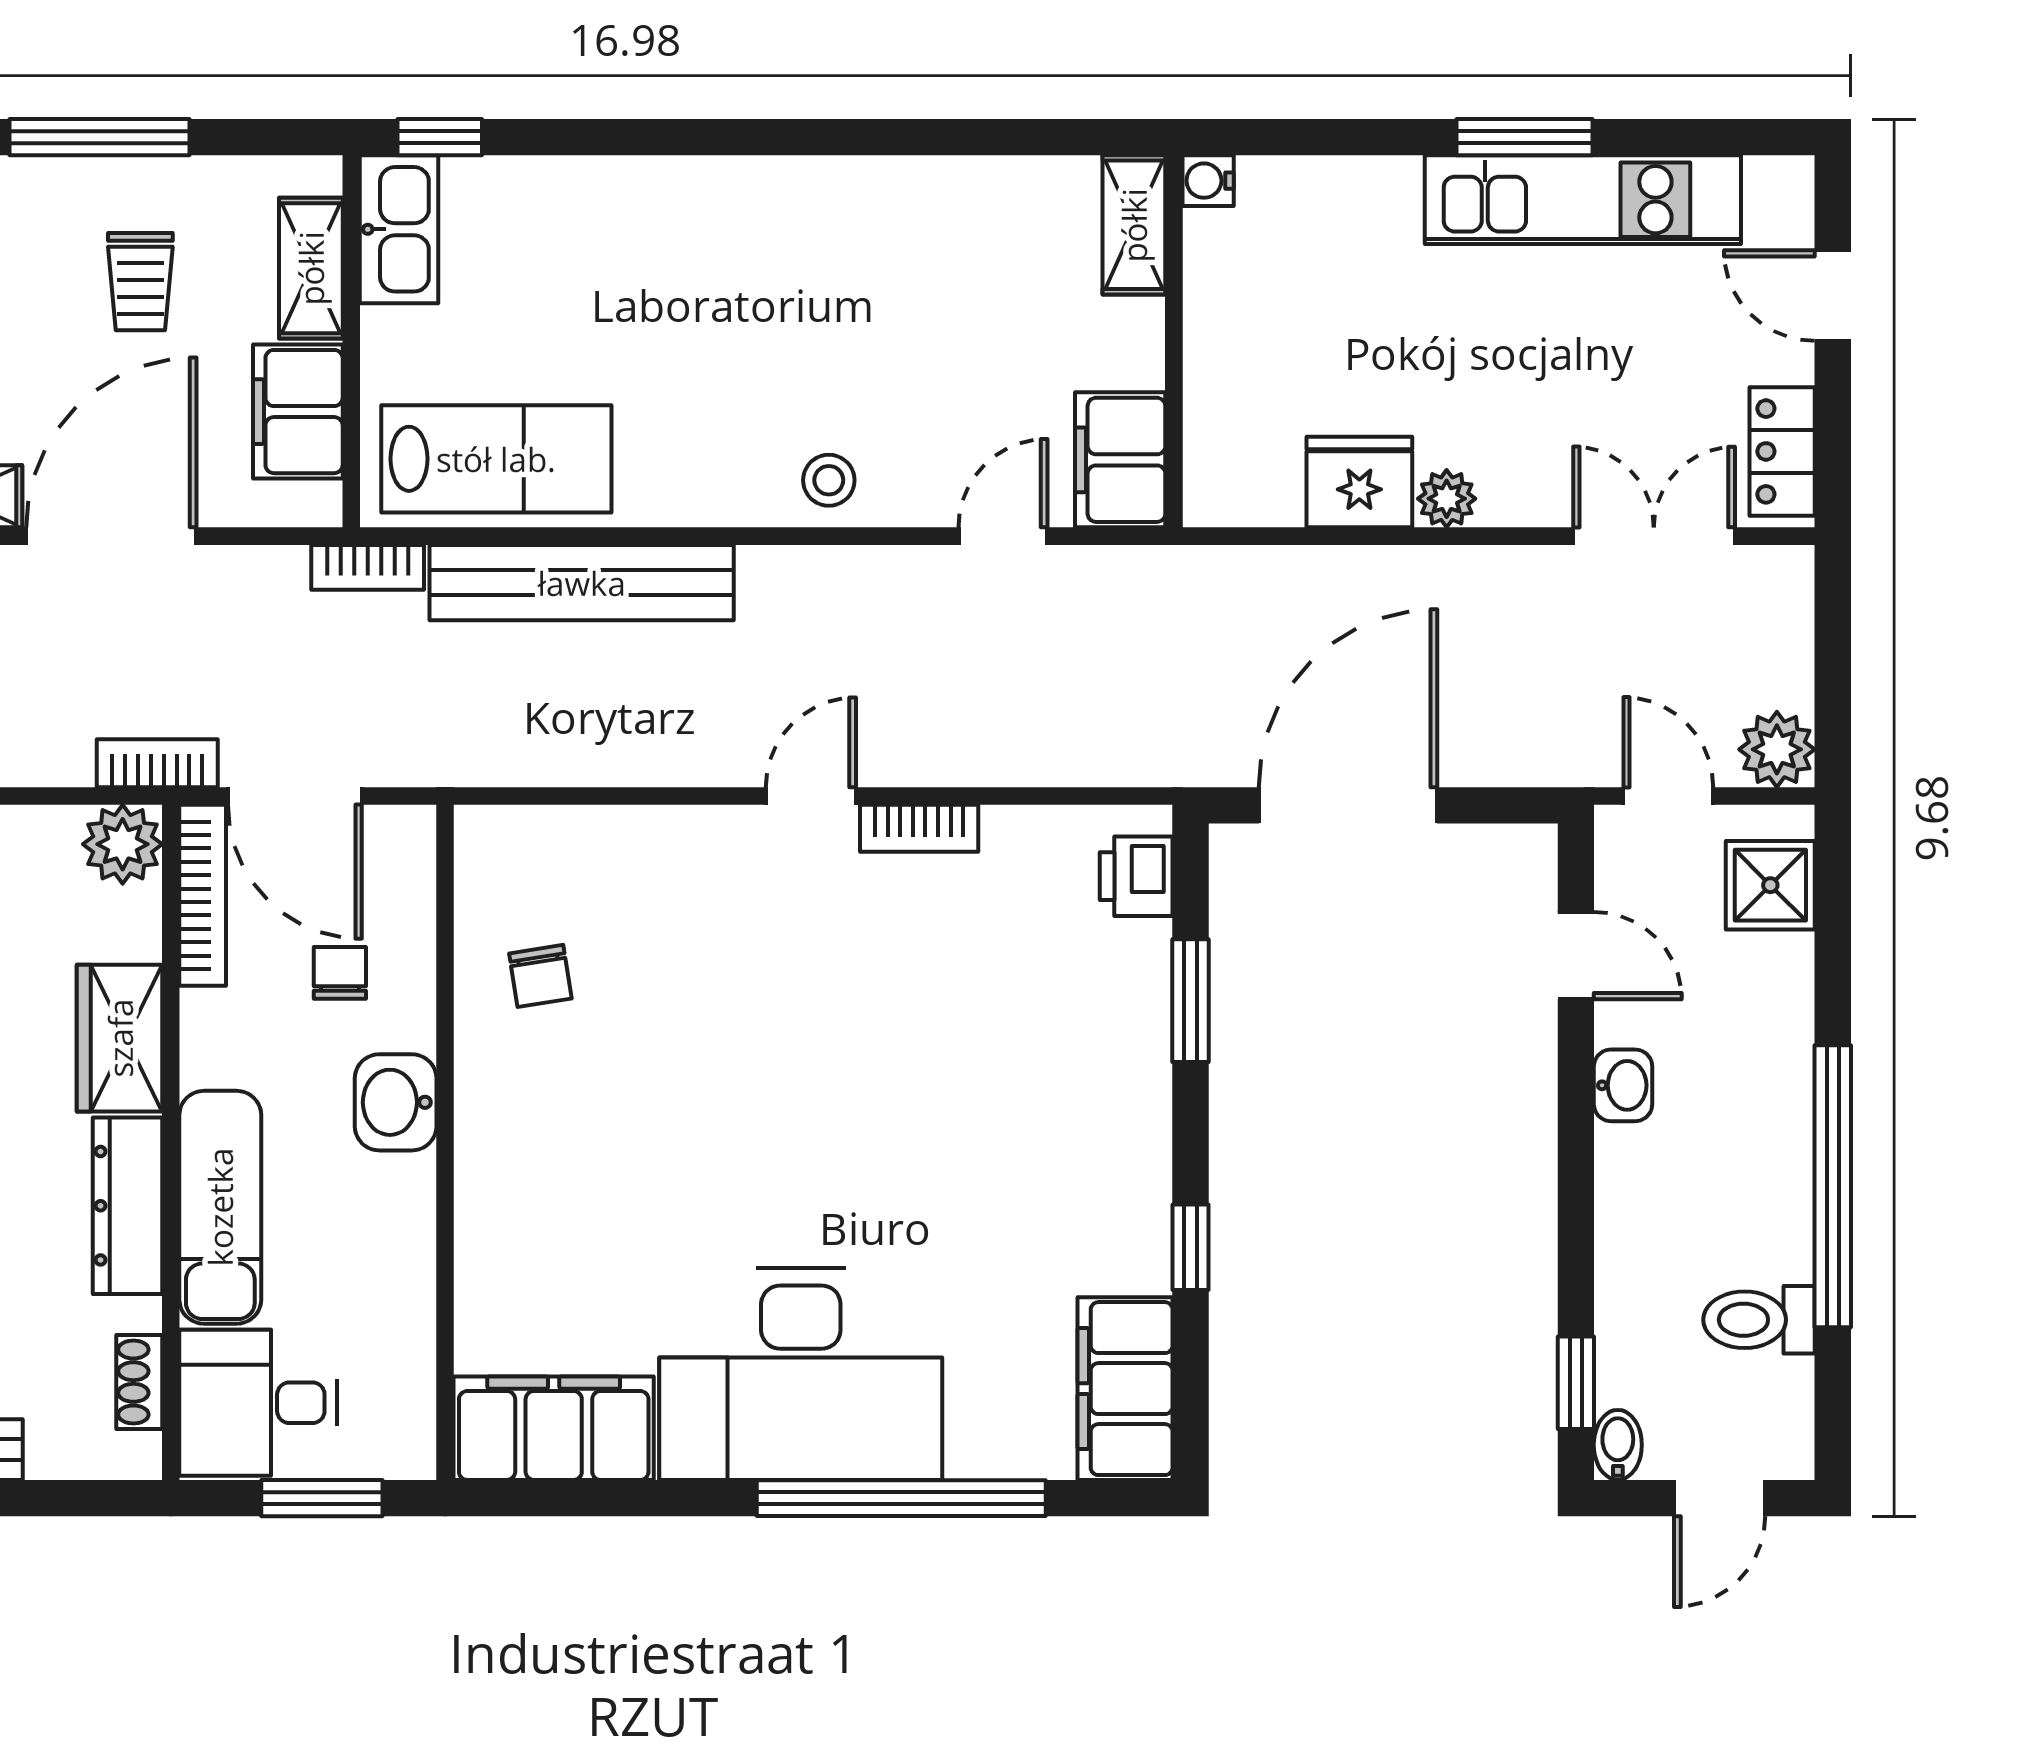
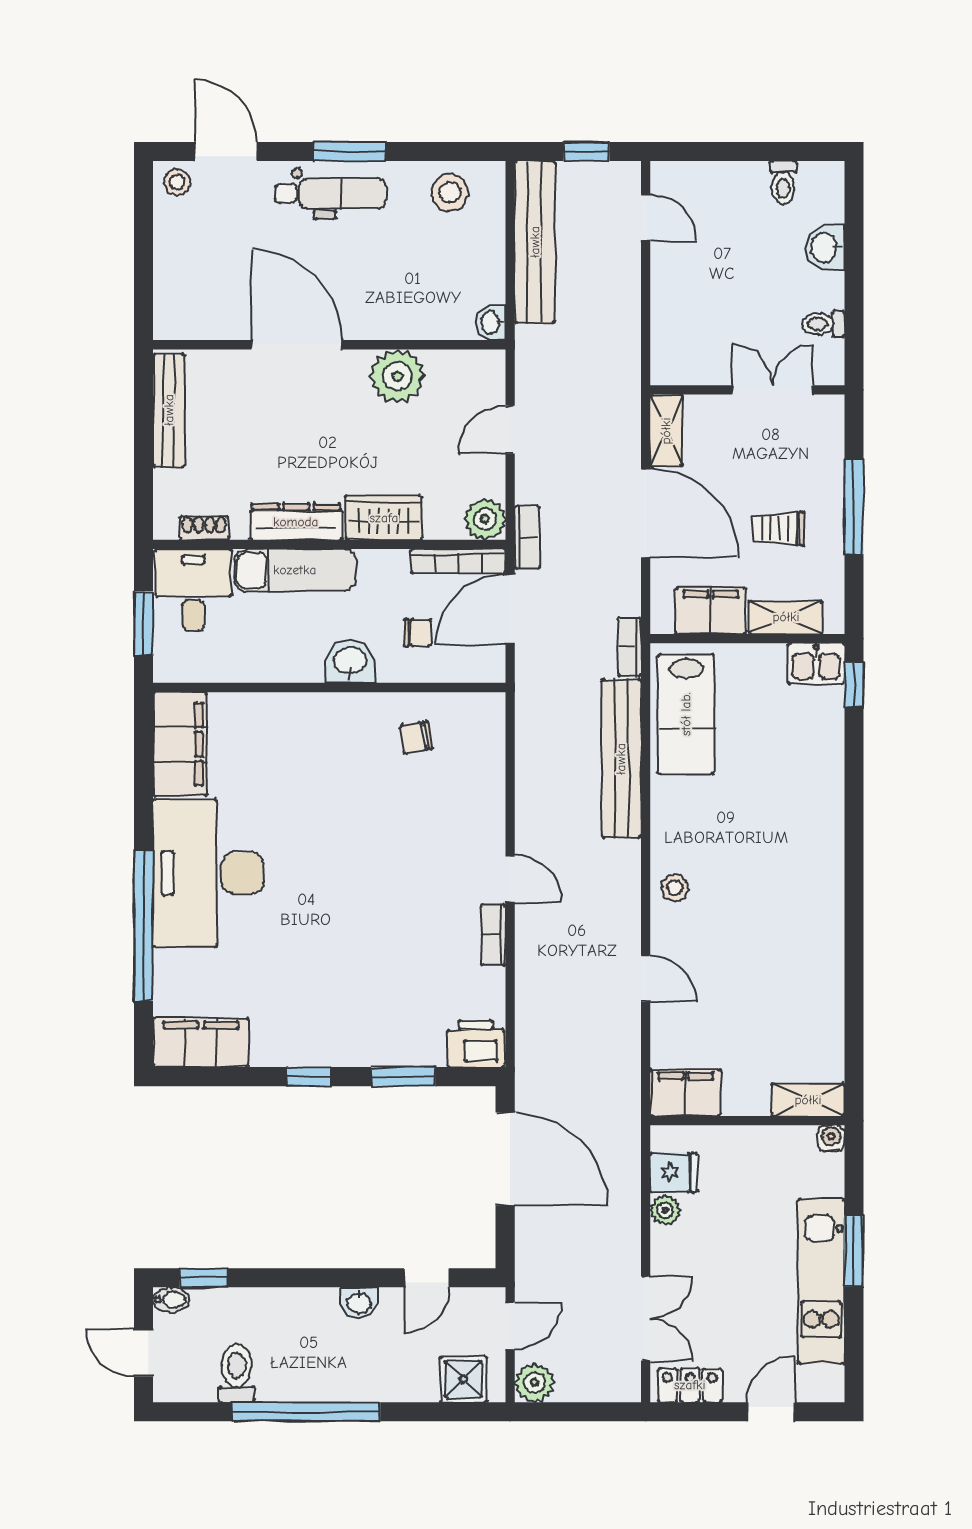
water cooler: (1208, 181) -> (831, 1138), moved
shelving: (1134, 225) -> (808, 1100), moved
kitchen sink: (399, 229) -> (816, 663), width x0.73
wall: (1174, 341) -> (747, 1121), moved
filing cabinet: (1120, 460) -> (685, 1093), moved
fridge: (1359, 482) -> (674, 1172), width x0.72
printer: (1136, 876) -> (476, 1044), width x1.36, depth x1.24
window: (1191, 1247) -> (309, 1077), moved

